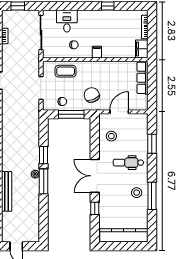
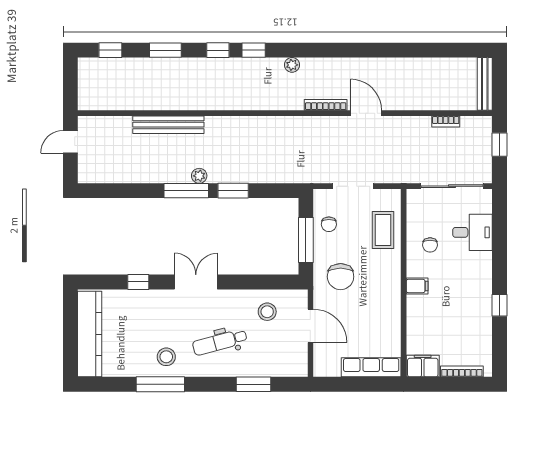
chair: (92, 95) -> (341, 277), turned 113
dental chair: (128, 163) -> (220, 342), turned -105
double door: (95, 176) -> (196, 282), width x0.73

